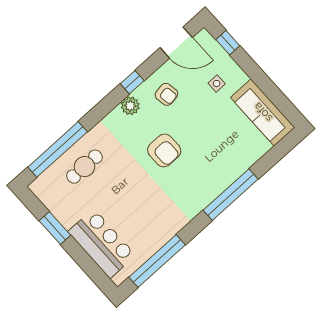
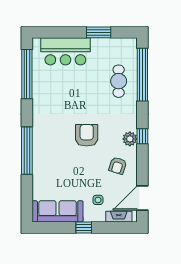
window: (228, 43) -> (84, 227), moved
fireplace: (215, 49) -> (119, 217), added
window: (132, 82) -> (142, 136), moved
armchair: (166, 94) -> (118, 166), turned -63
armchair: (164, 150) -> (87, 135), turned 90

